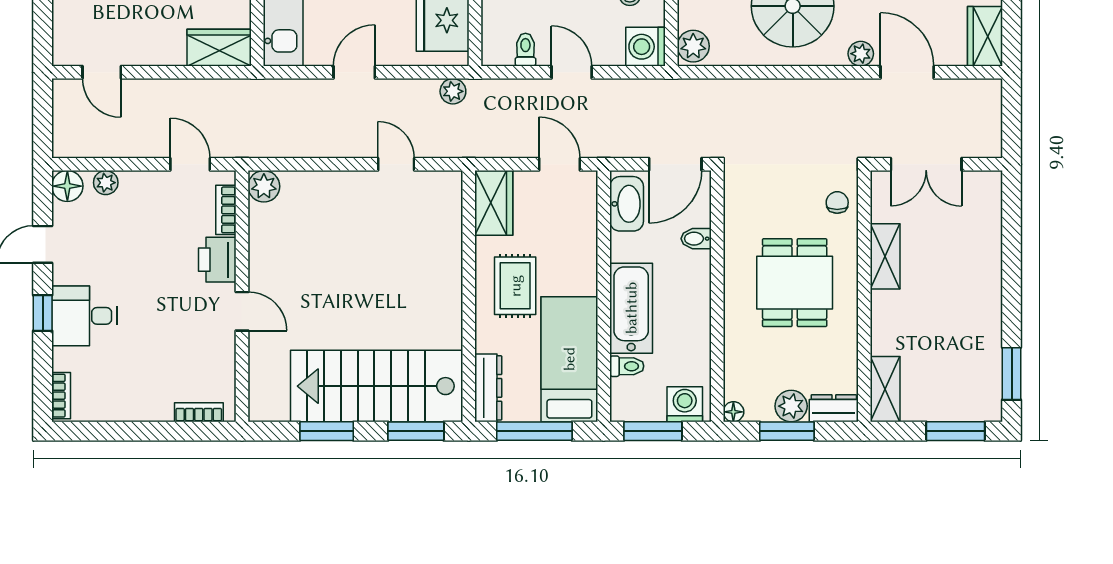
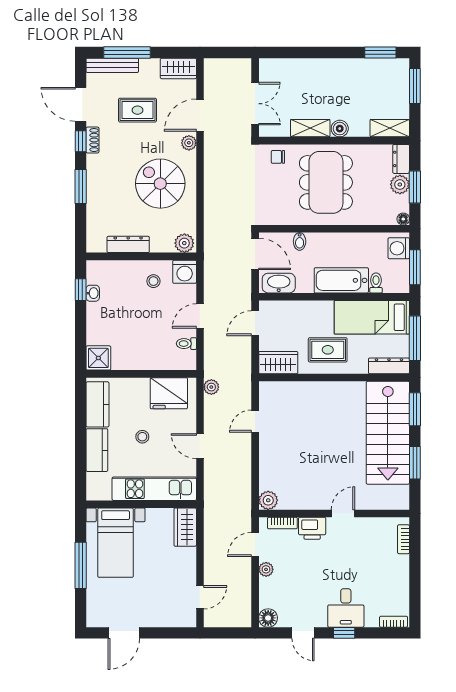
plant: (106, 183) -> (266, 569), moved
dining table: (795, 283) -> (326, 182), width x1.38
boiler: (885, 306) -> (340, 129), added

